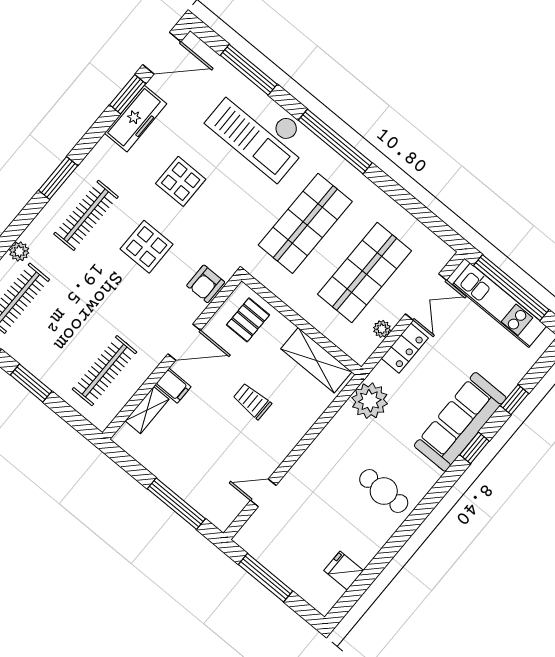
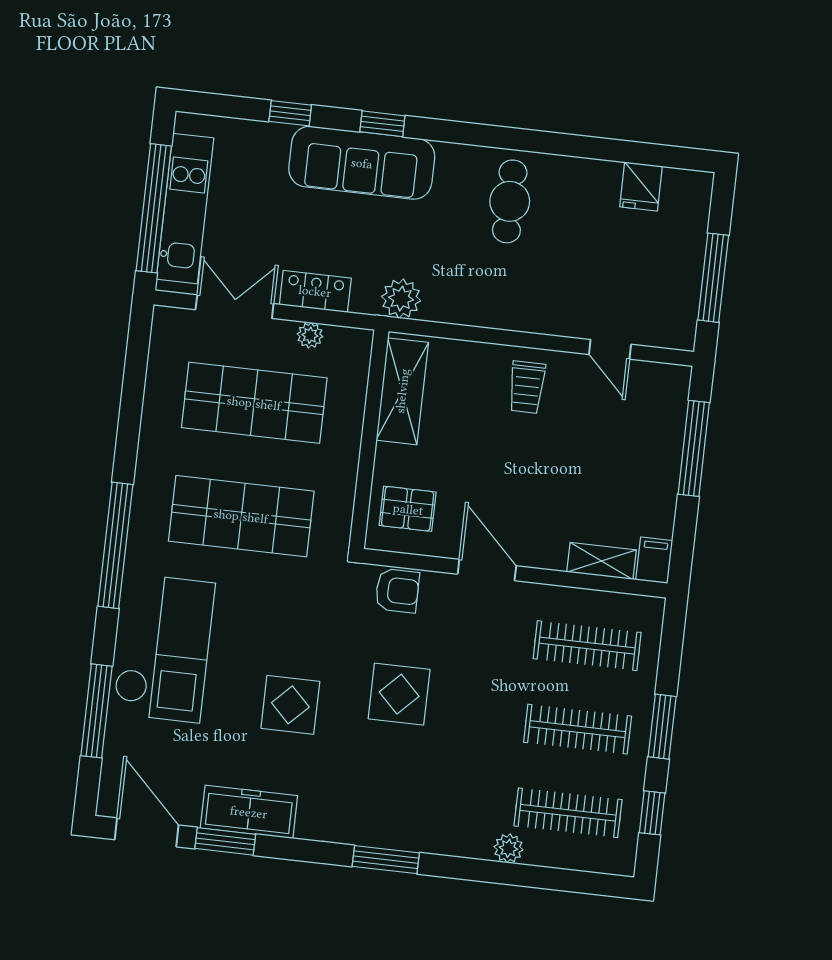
clothes rail: (86, 215) -> (578, 729), moved
filing cabinet: (173, 386) -> (654, 560), moved
trolley: (252, 401) -> (527, 387), moved
plant: (370, 401) -> (401, 299), width x0.73, depth x0.73

